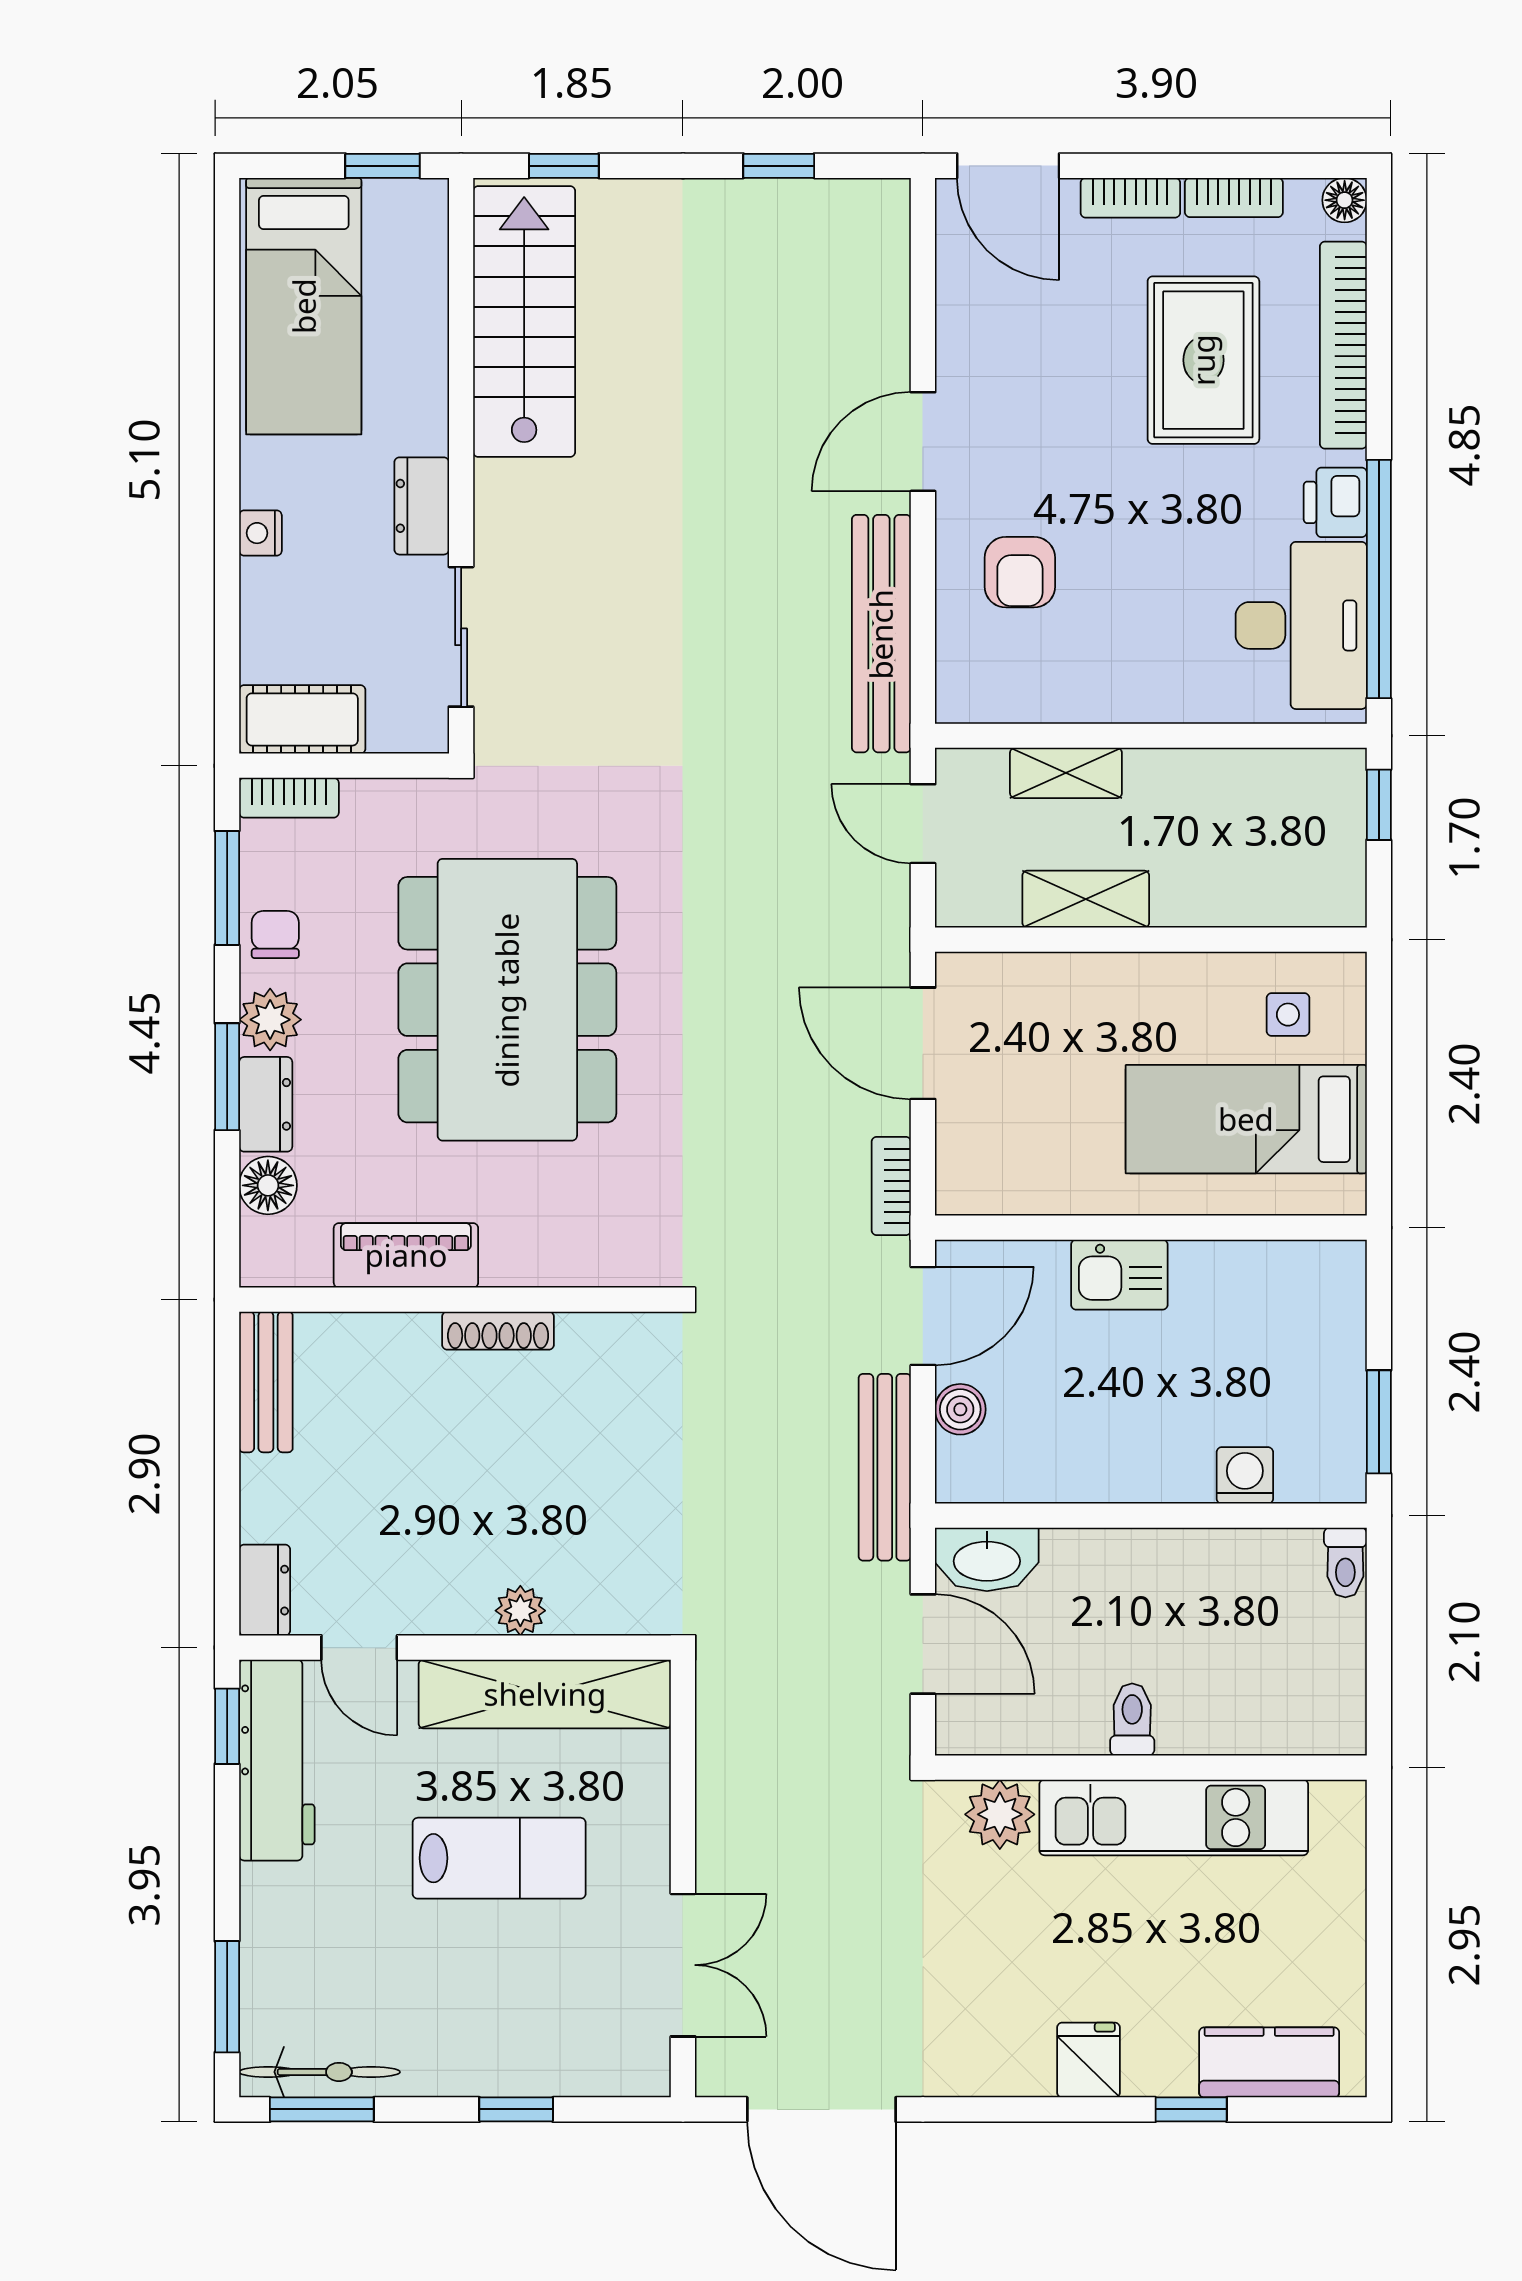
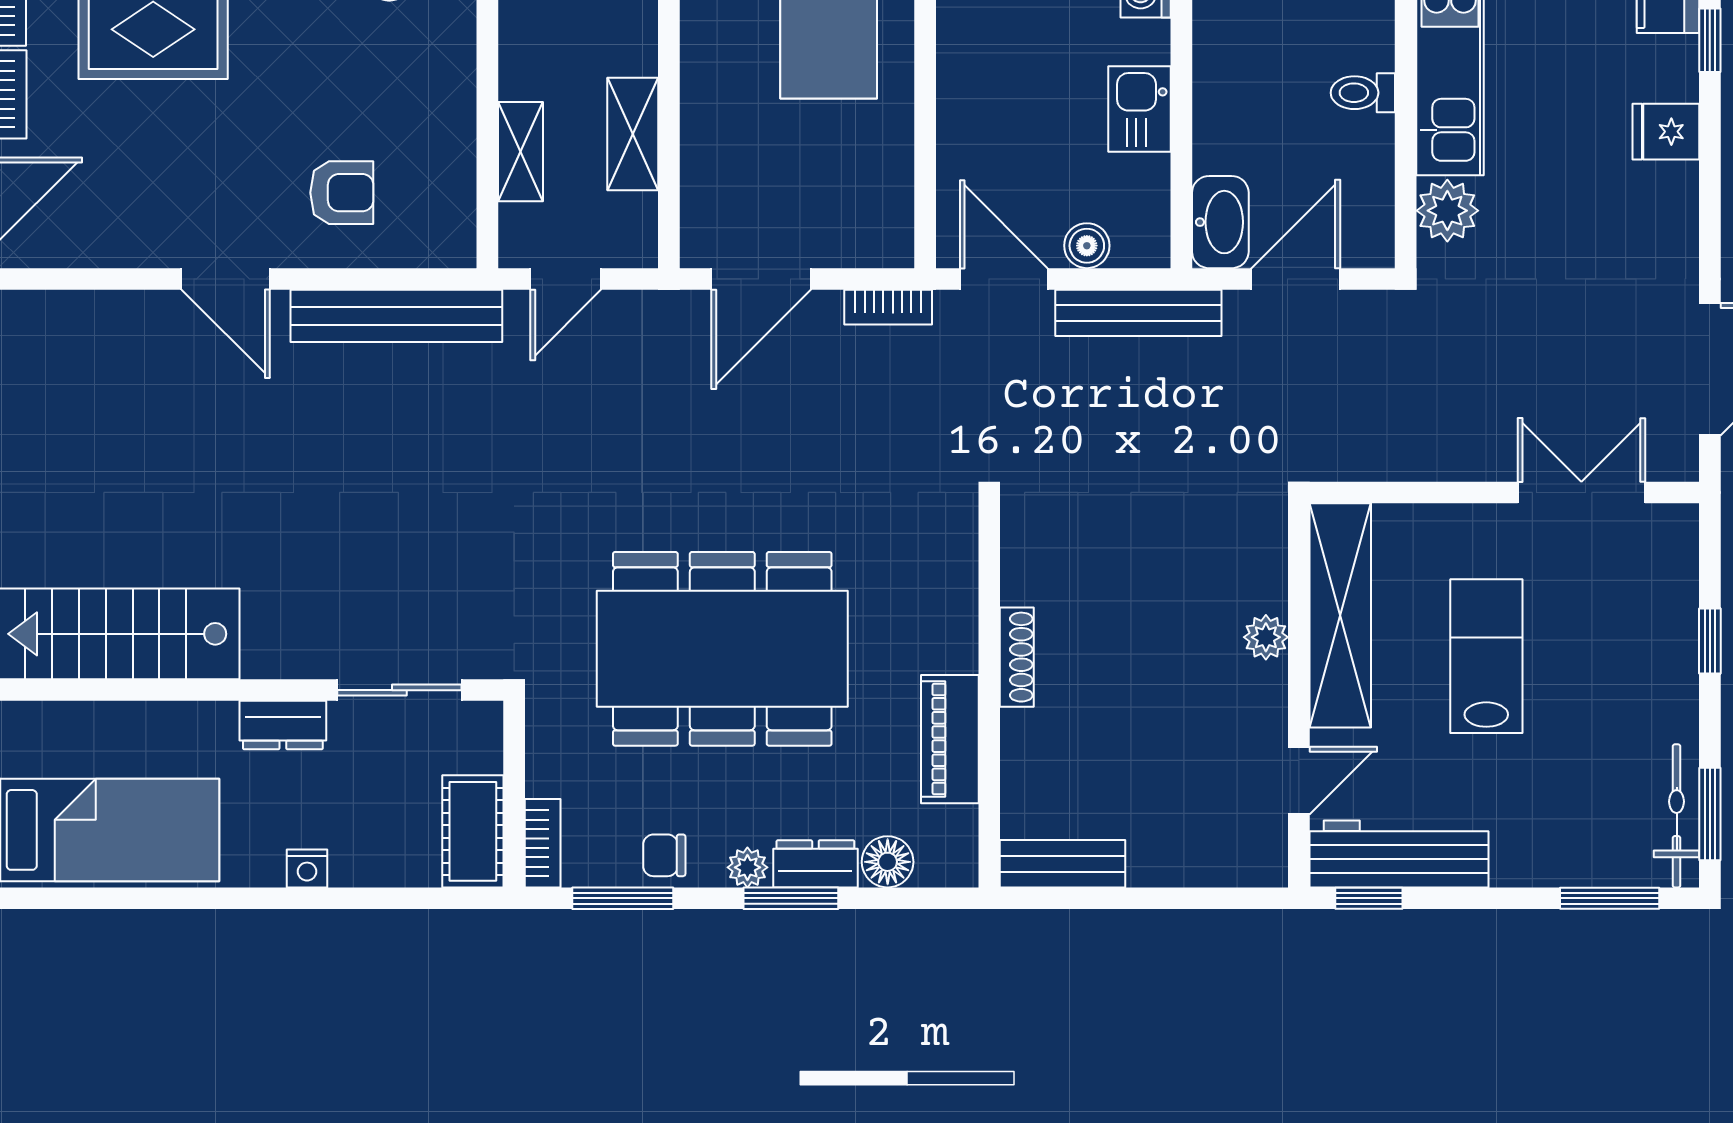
plant: (270, 1020) -> (747, 867), width x0.73, depth x0.73
kitchen sink: (1119, 1275) -> (1140, 109), moved, turned 180
dresser: (265, 1590) -> (1248, 865), removed

